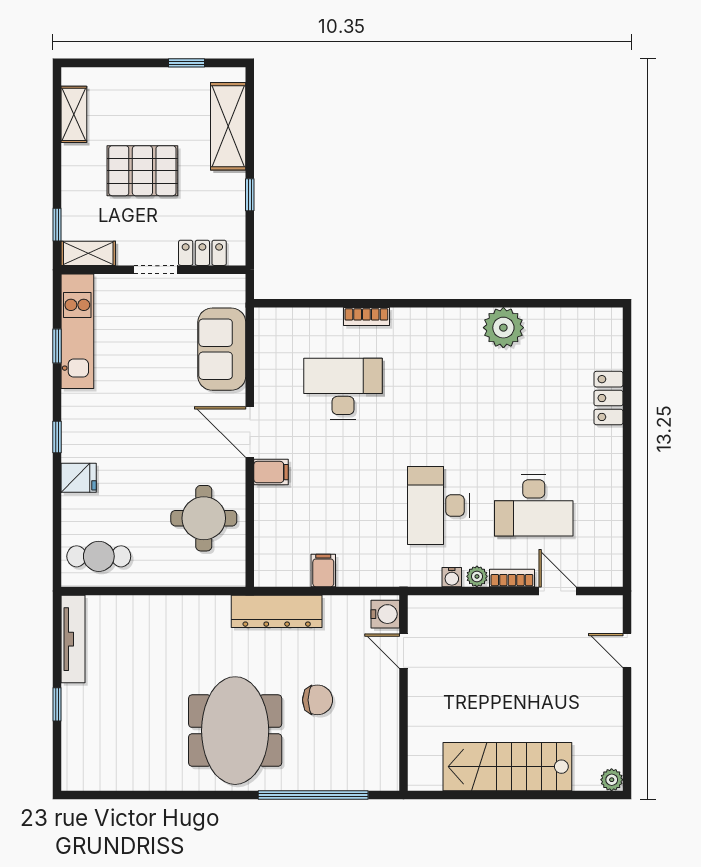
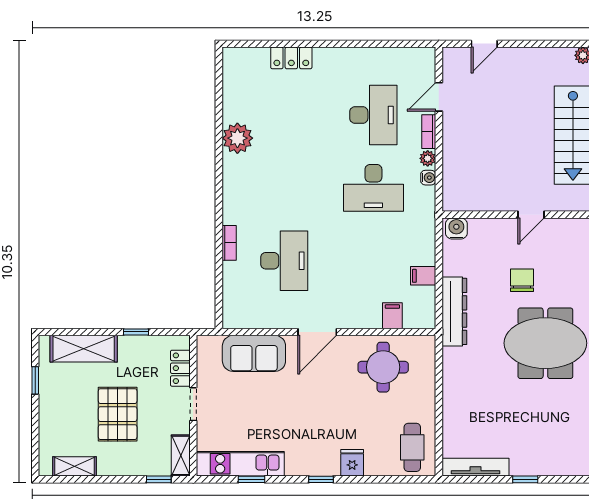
desk: (343, 389) -> (284, 261), turned 180
filing cabinet: (271, 472) -> (392, 316), moved
door: (403, 651) -> (531, 215), moved

